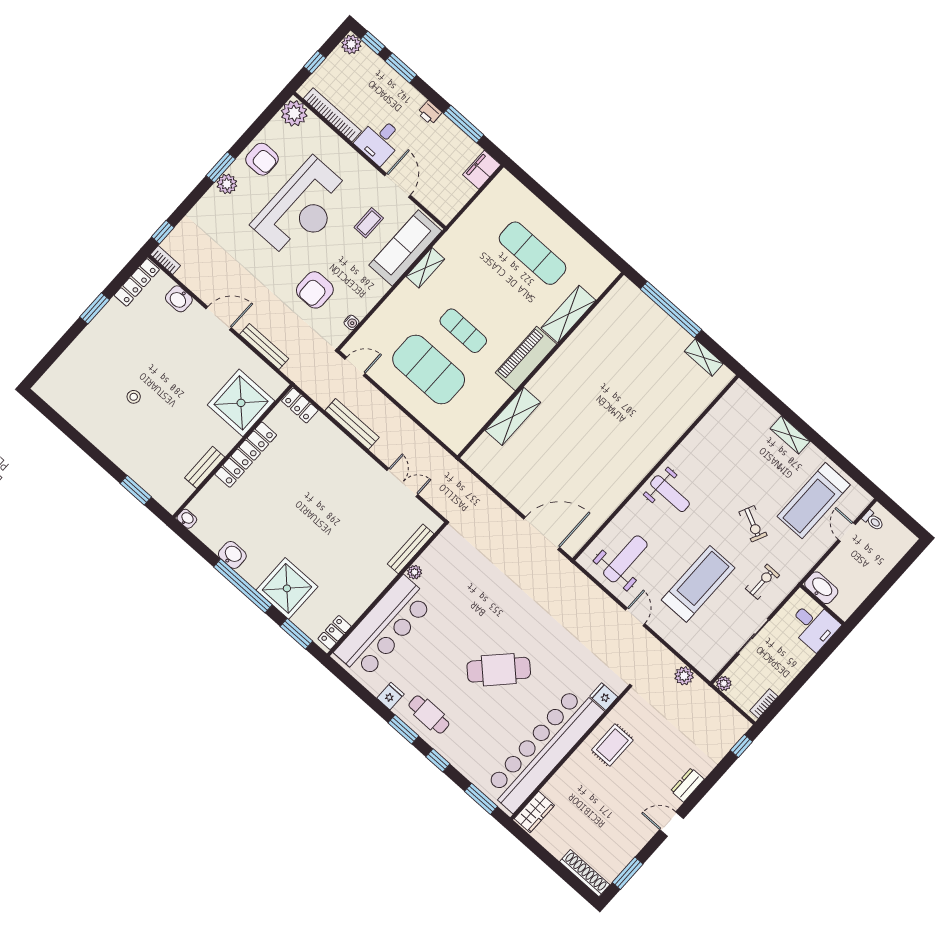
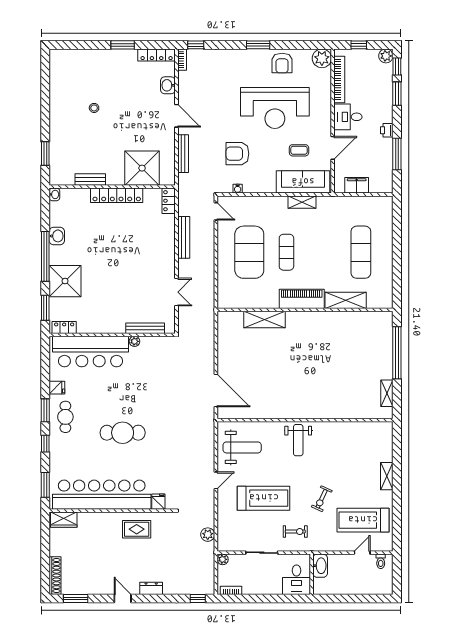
filing cabinet: (482, 170) -> (357, 185), moved
plant: (227, 184) -> (252, 56), removed
cafe table: (499, 670) -> (123, 433), turned -44

